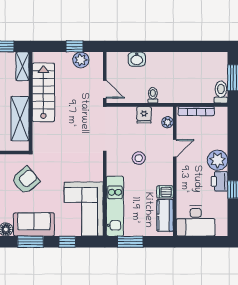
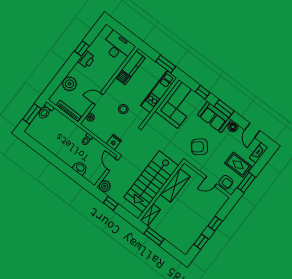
plant: (81, 60) -> (105, 186), moved
stairs: (43, 92) -> (151, 182), width x1.36, depth x1.51
fridge: (144, 115) -> (114, 142), moved
plant: (218, 160) -> (69, 84), moved

